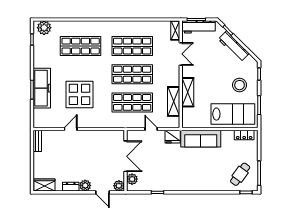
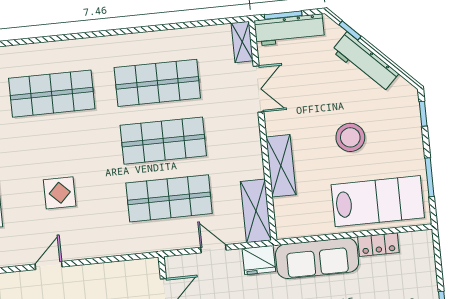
stool: (240, 85) -> (350, 137), moved
display table: (80, 94) -> (60, 193), width x0.54, depth x0.54
shelving: (174, 101) -> (256, 211), moved
locker: (244, 135) -> (378, 245), moved

